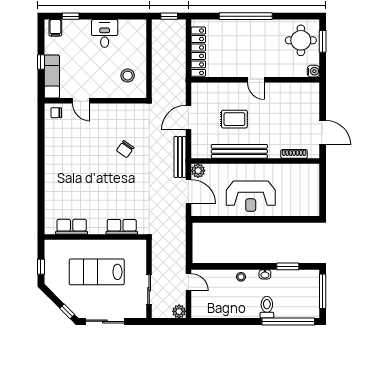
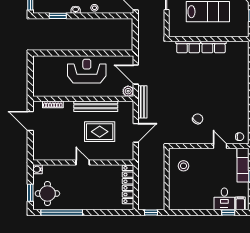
window: (246, 16) -> (62, 212), moved
desk: (105, 33) -> (224, 199), moved
rug: (234, 119) -> (100, 132), width x1.36, depth x1.43
chair: (125, 149) -> (198, 119), moved
row of seats: (72, 227) -> (214, 47), moved

